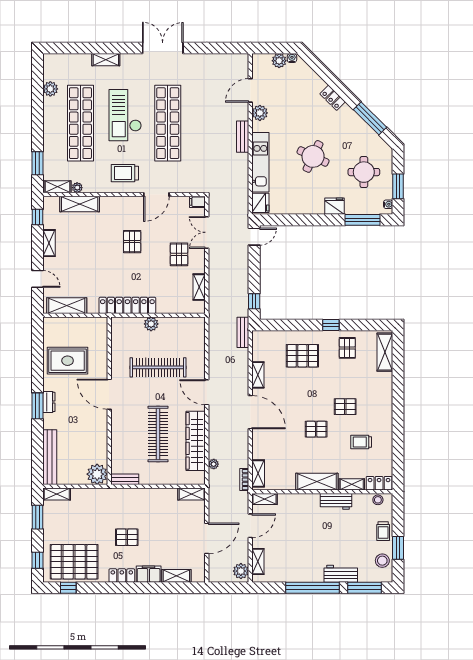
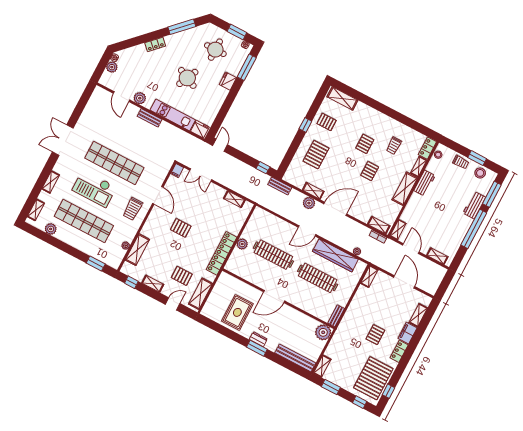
shelving: (58, 187) -> (36, 210), moved
pallet: (179, 254) -> (182, 276), moved
clothes rail: (158, 367) -> (273, 255), turned 90
plant: (241, 571) -> (309, 203), moved

